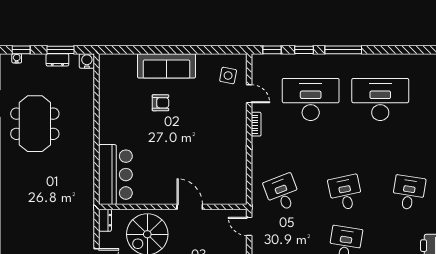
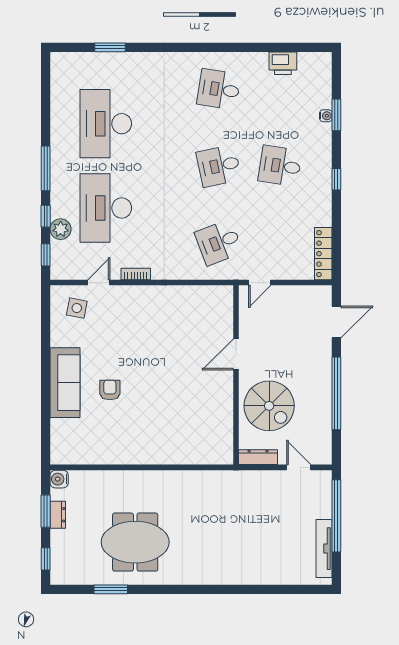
water cooler: (17, 58) -> (56, 564), removed
plant: (293, 62) -> (61, 229), added
bar counter: (115, 175) -> (197, 444), removed
dresser: (105, 220) -> (258, 457), width x1.44

